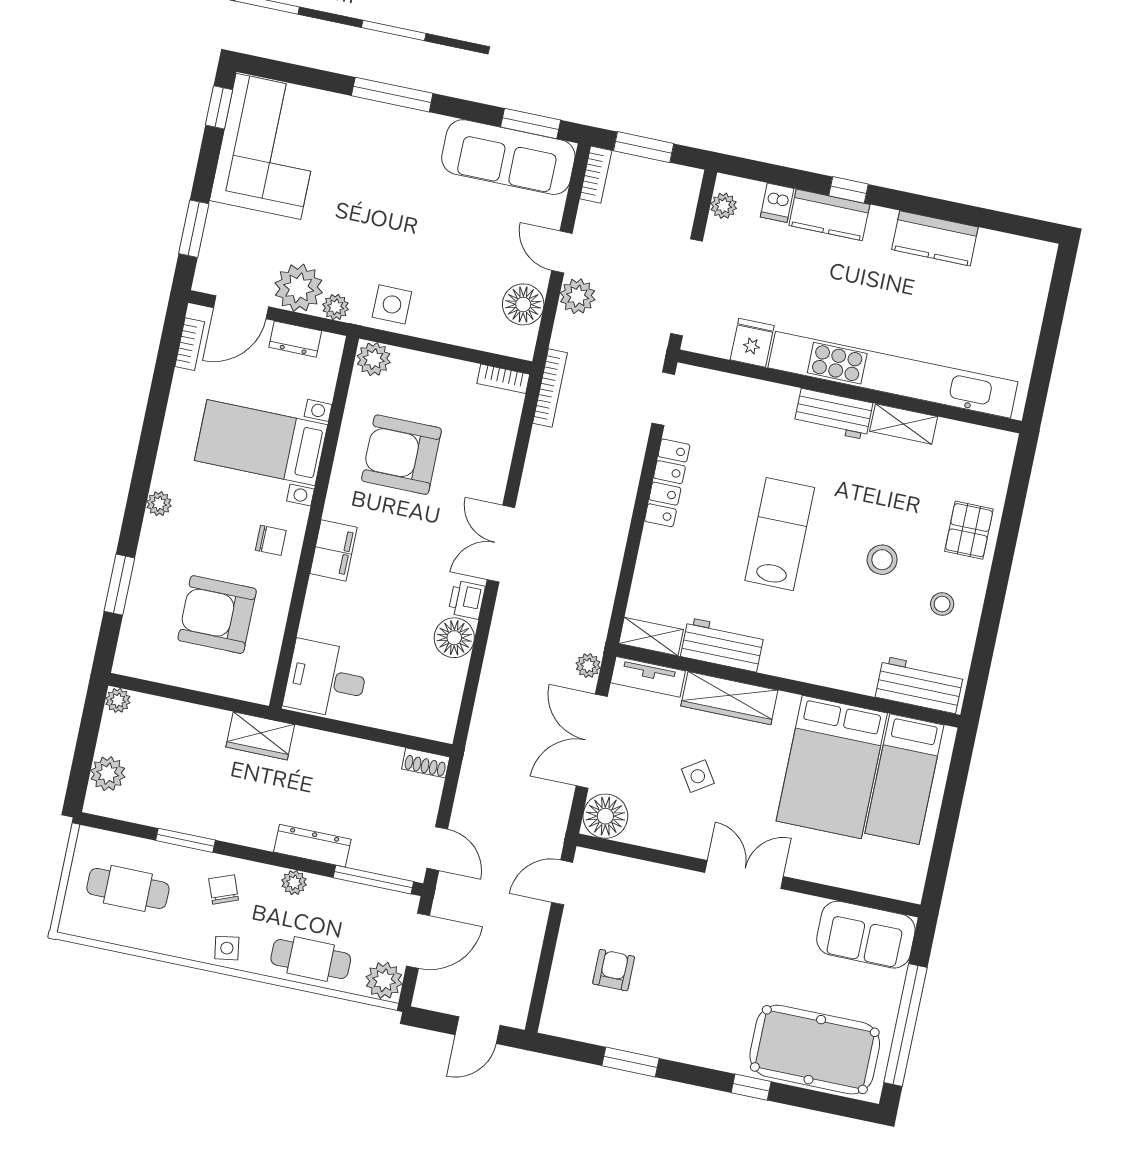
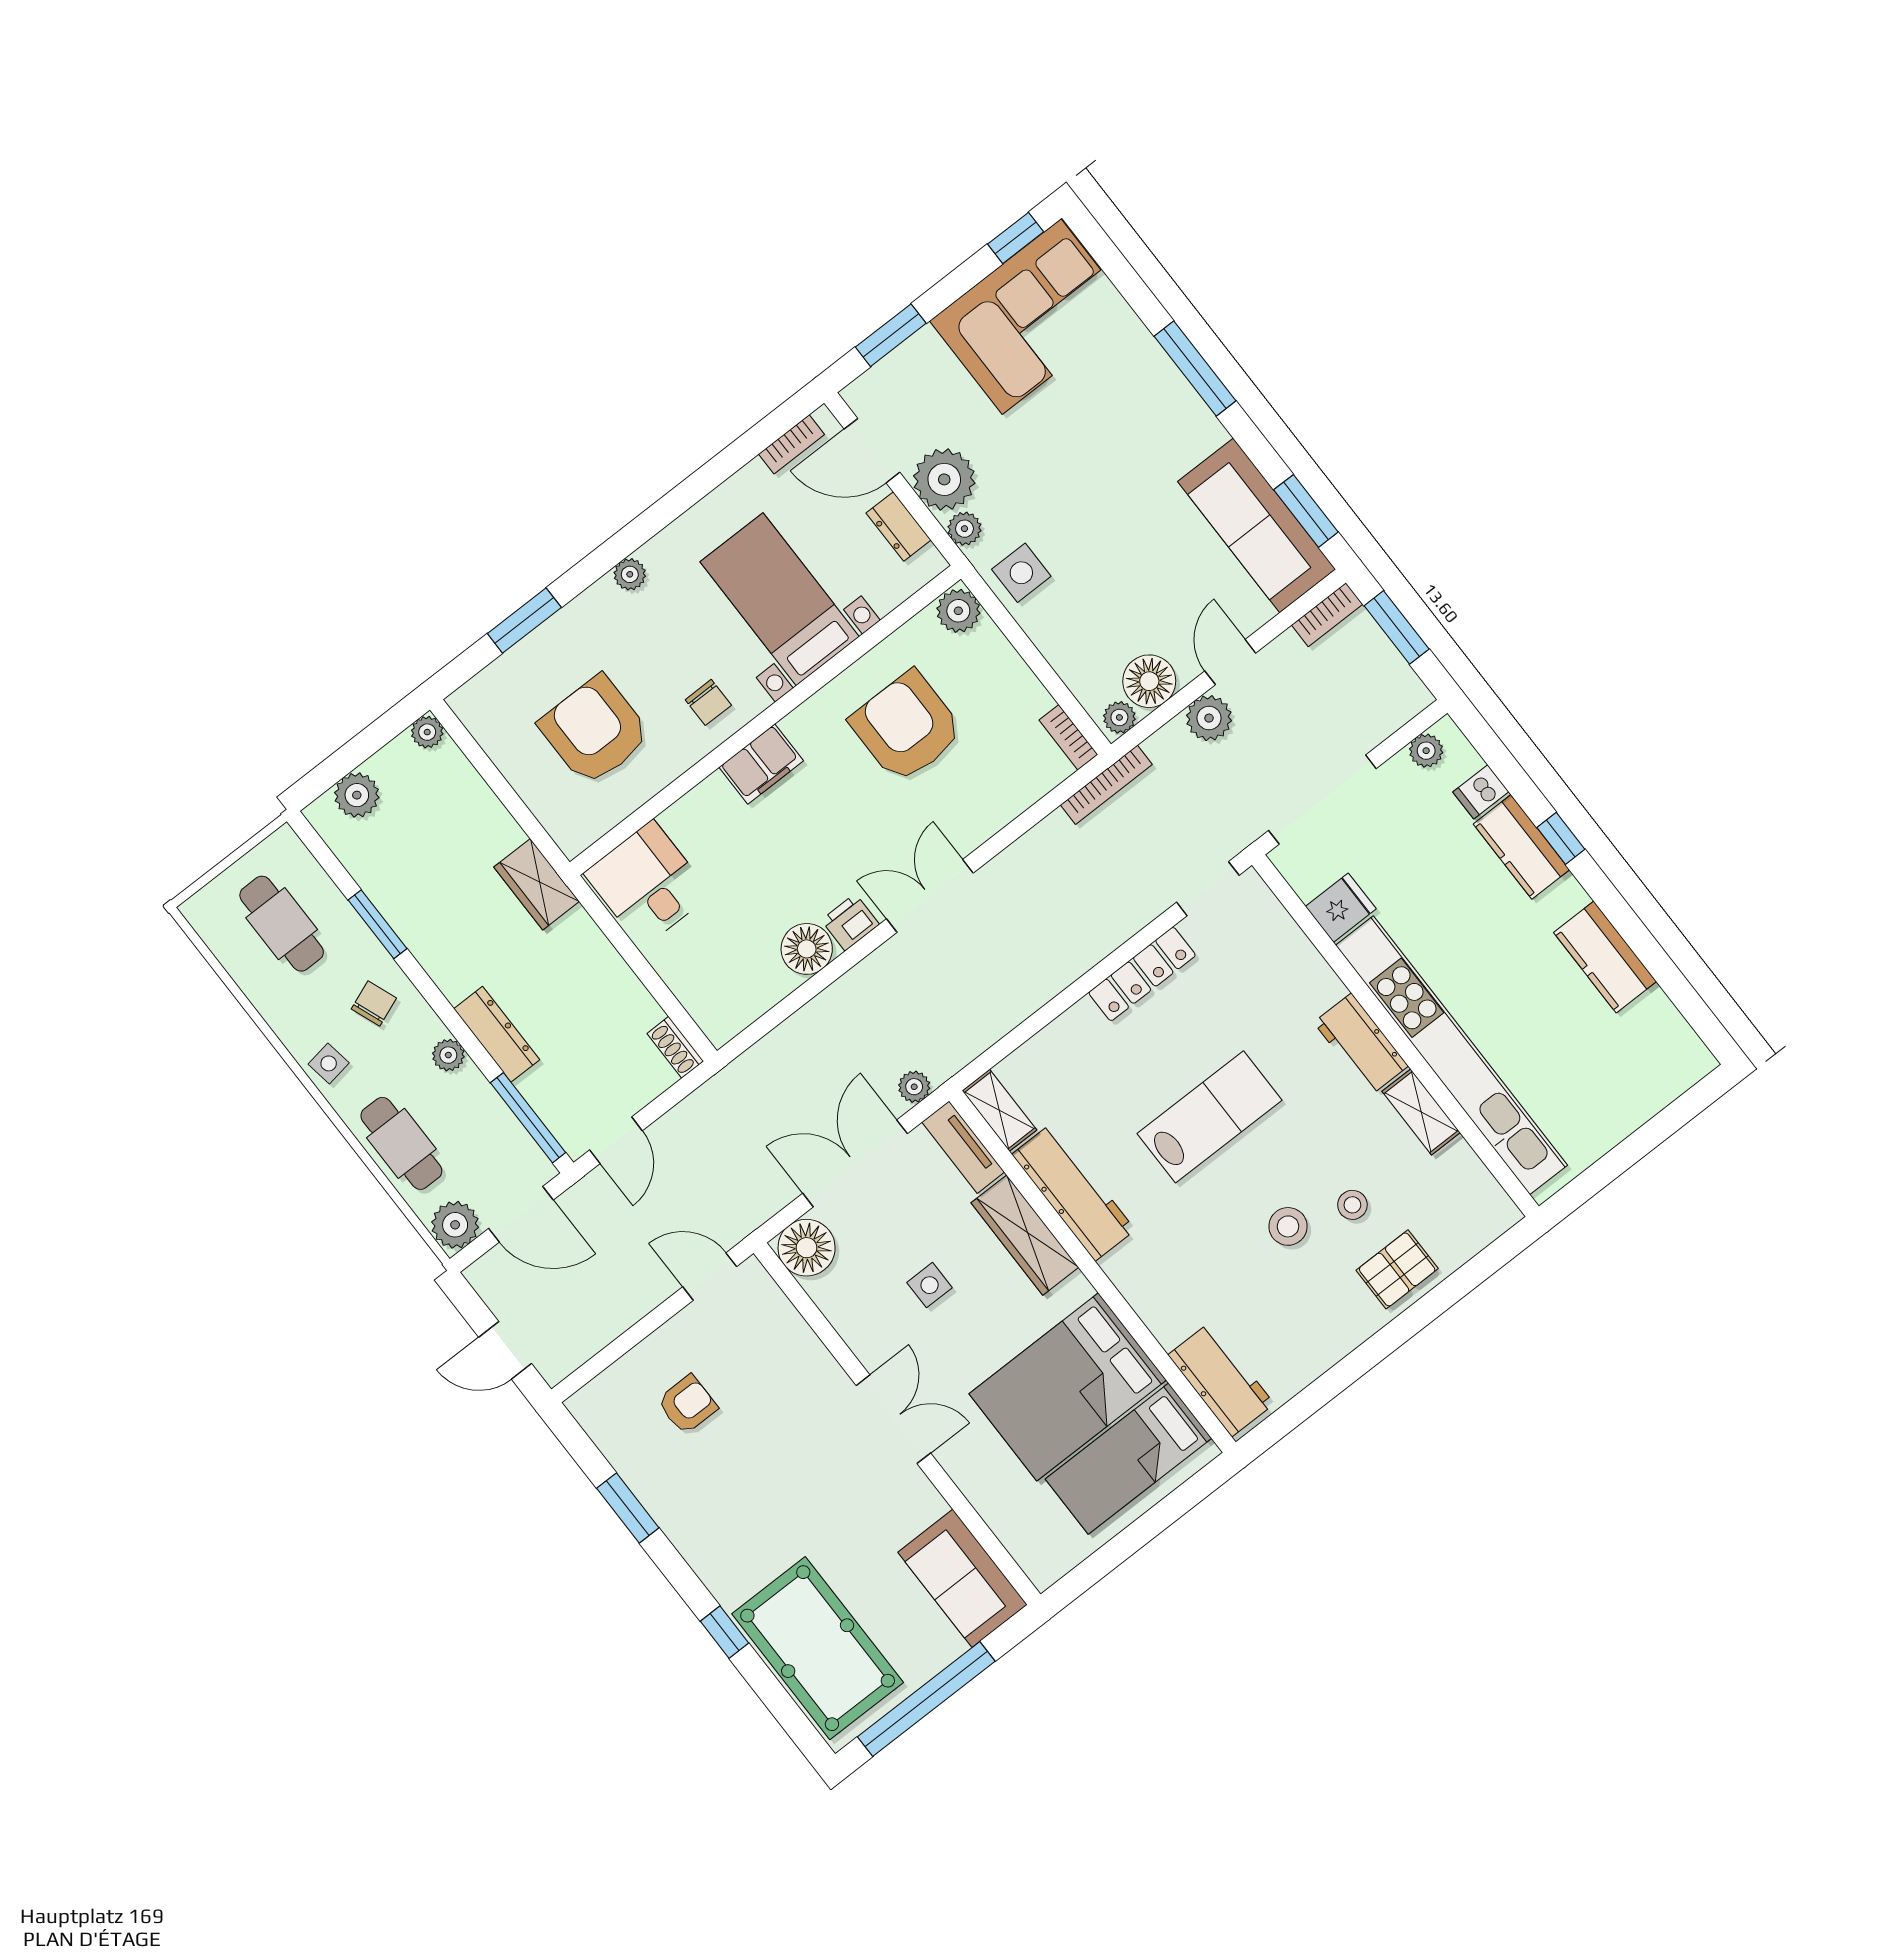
plant: (524, 341) -> (1119, 717), added
stool: (942, 604) -> (1352, 1205), moved
workbench: (722, 645) -> (1074, 1192), width x1.37
side table: (698, 776) -> (930, 1285), turned 33

